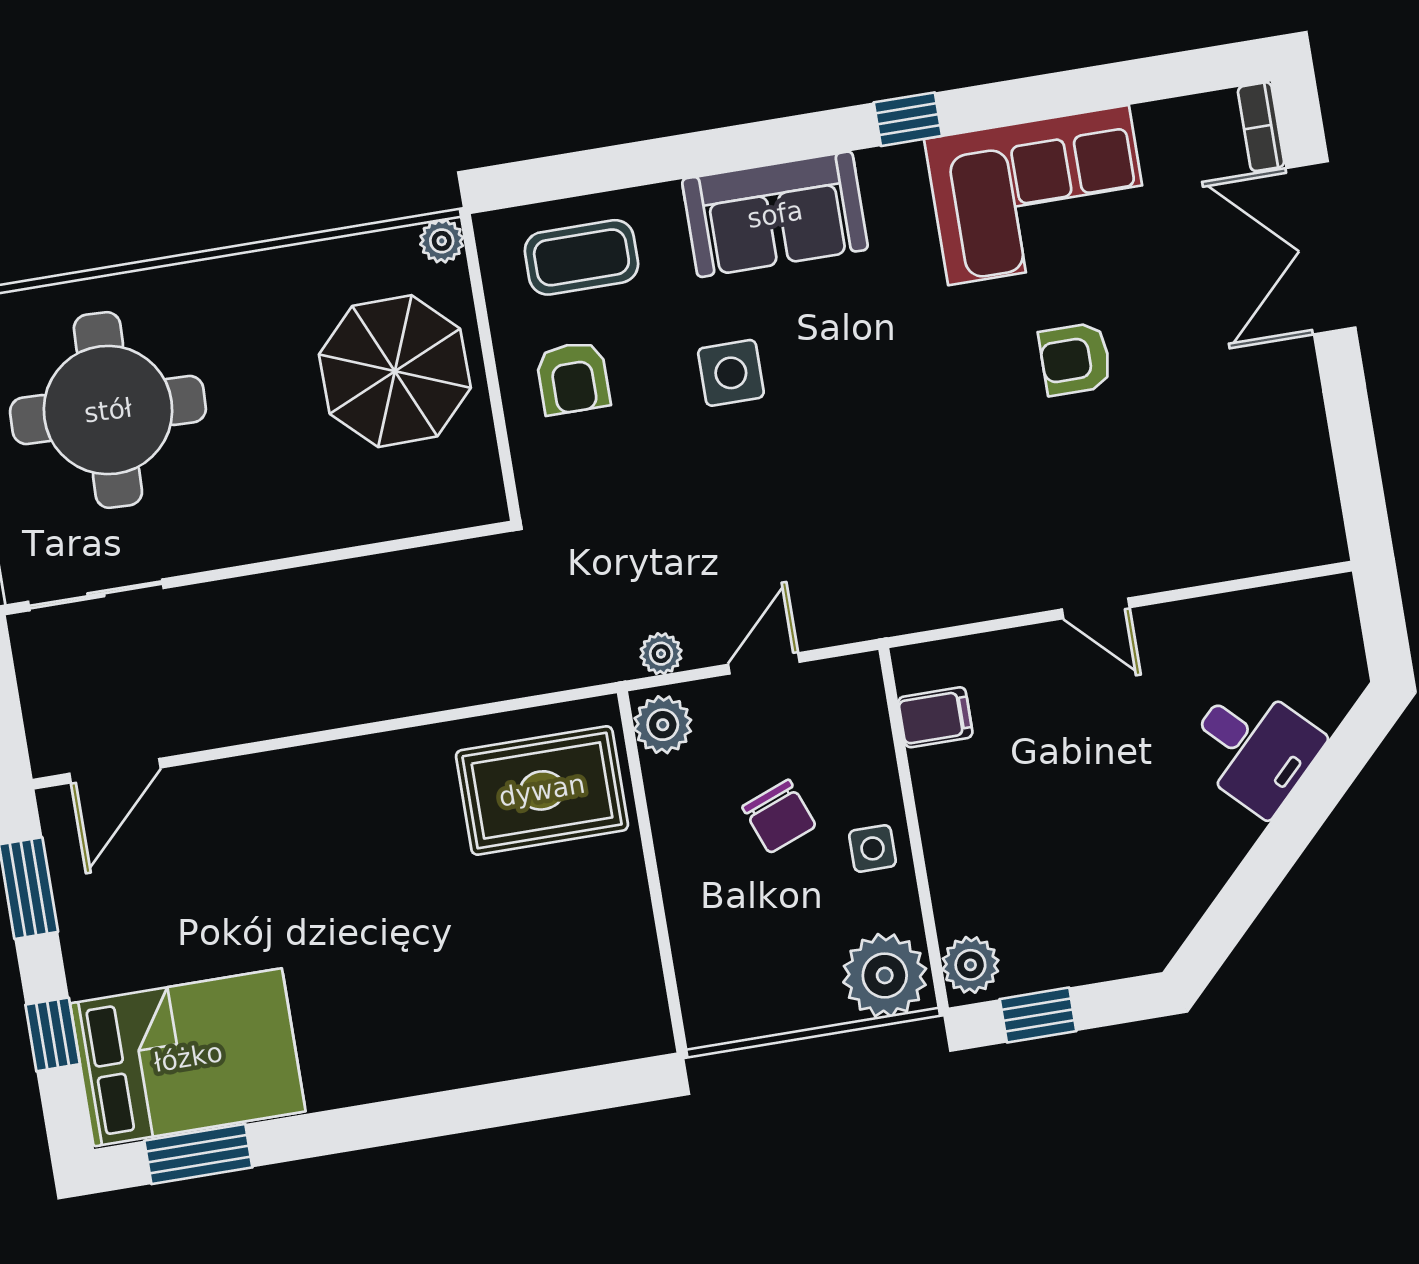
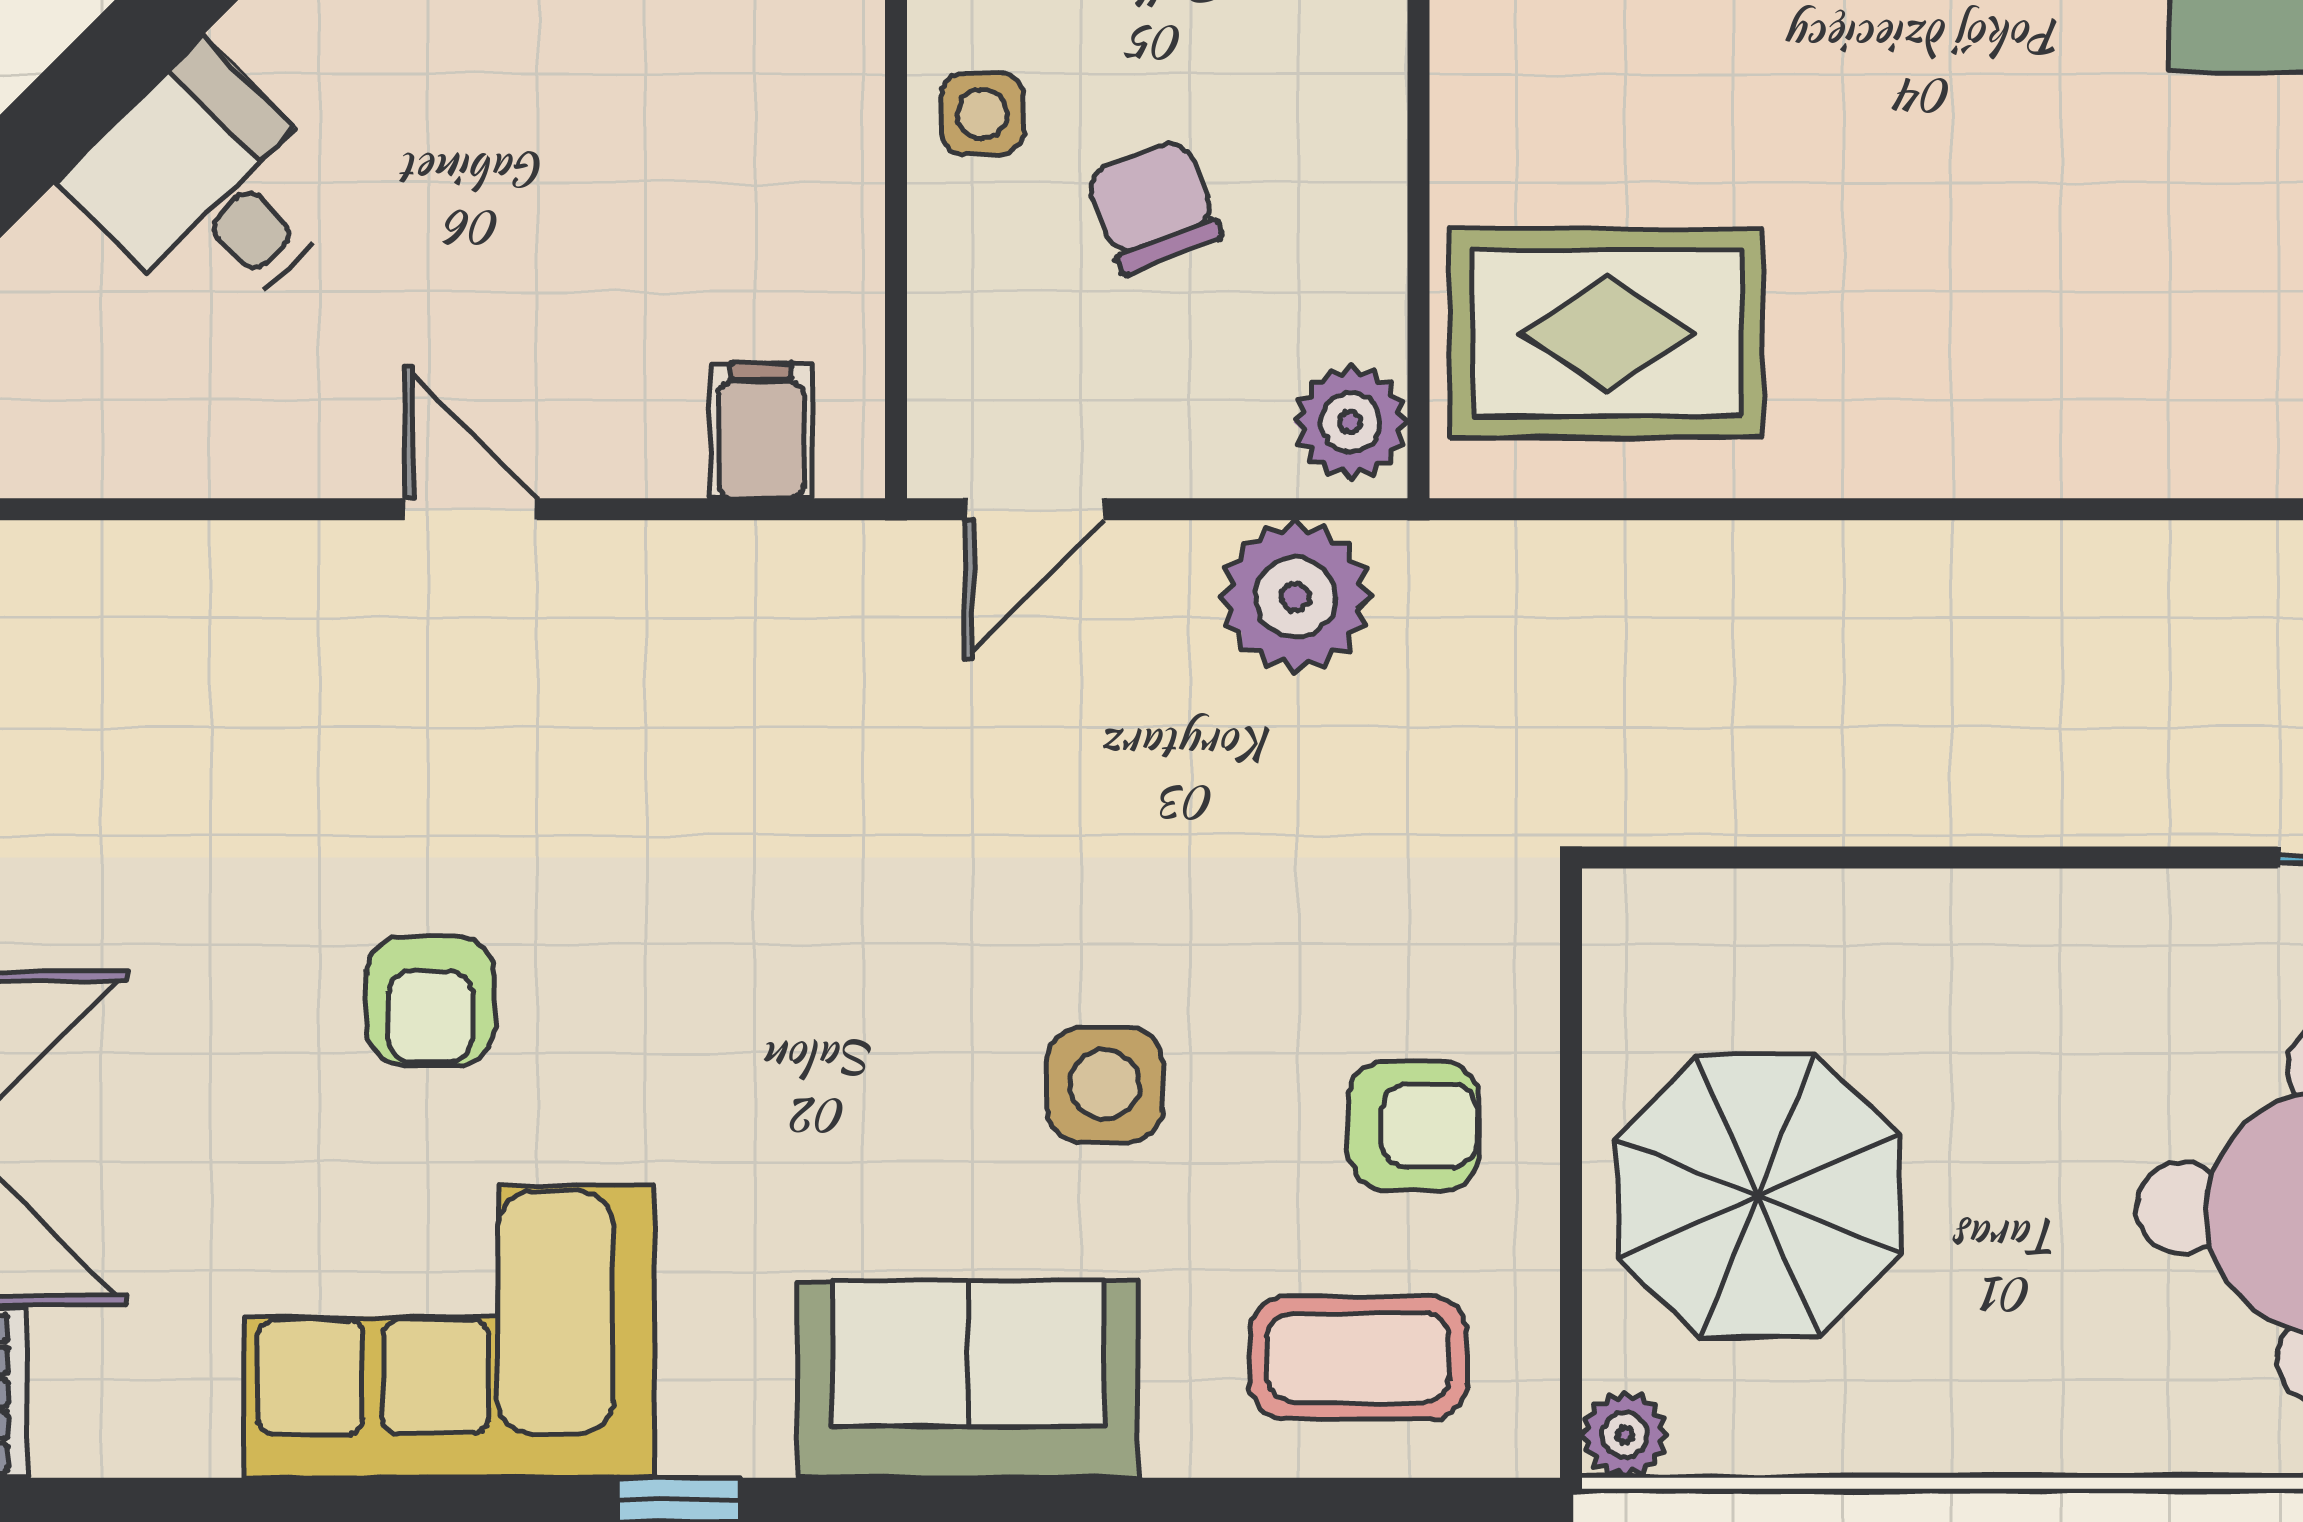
armchair: (1075, 359) -> (430, 1001), turned 90
armchair: (573, 378) -> (1414, 1126), turned 90
plant: (661, 654) -> (1295, 597), width x1.87, depth x1.87
door: (764, 663) -> (1034, 509), moved
filing cabinet: (935, 717) -> (761, 431), moved, turned 90

